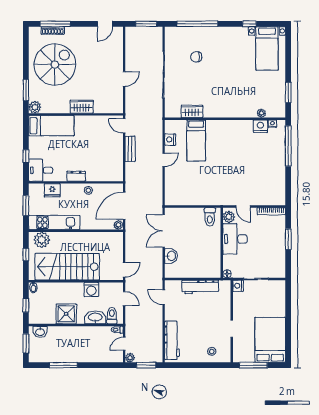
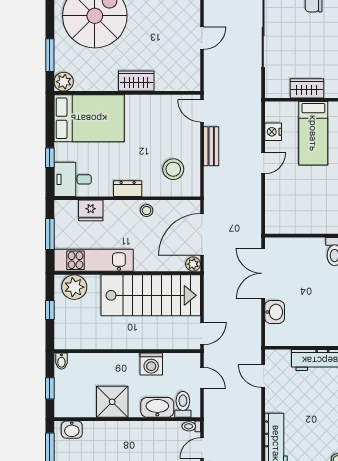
bed: (51, 126) -> (89, 118), width x1.50
stool: (106, 164) -> (173, 169), added
stairs: (67, 267) -> (151, 295), moved, turned 180

